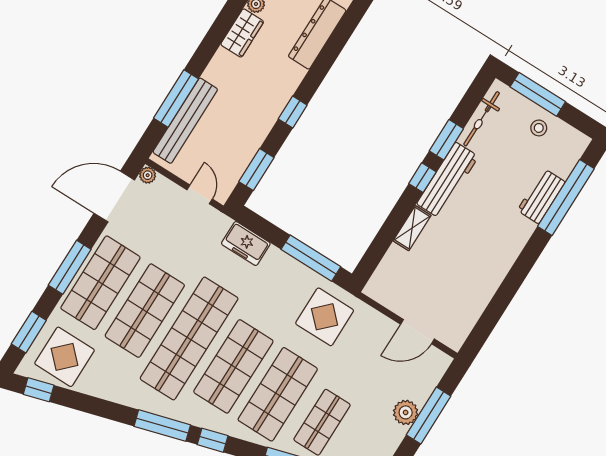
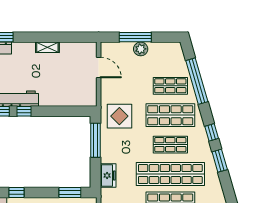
window: (293, 112) -> (17, 193), moved
shelving: (412, 228) -> (47, 47), moved
shop shelf: (233, 366) -> (170, 145), width x0.70, depth x0.74
window: (162, 426) -> (220, 161), width x0.69

